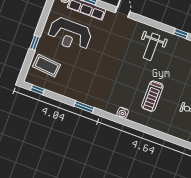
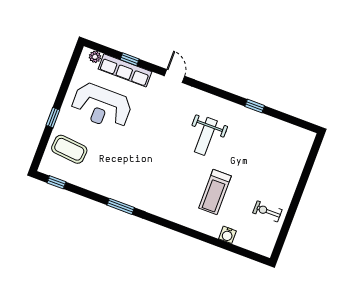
weight bench: (152, 47) -> (206, 136), moved
water cooler: (123, 113) -> (228, 235), moved

